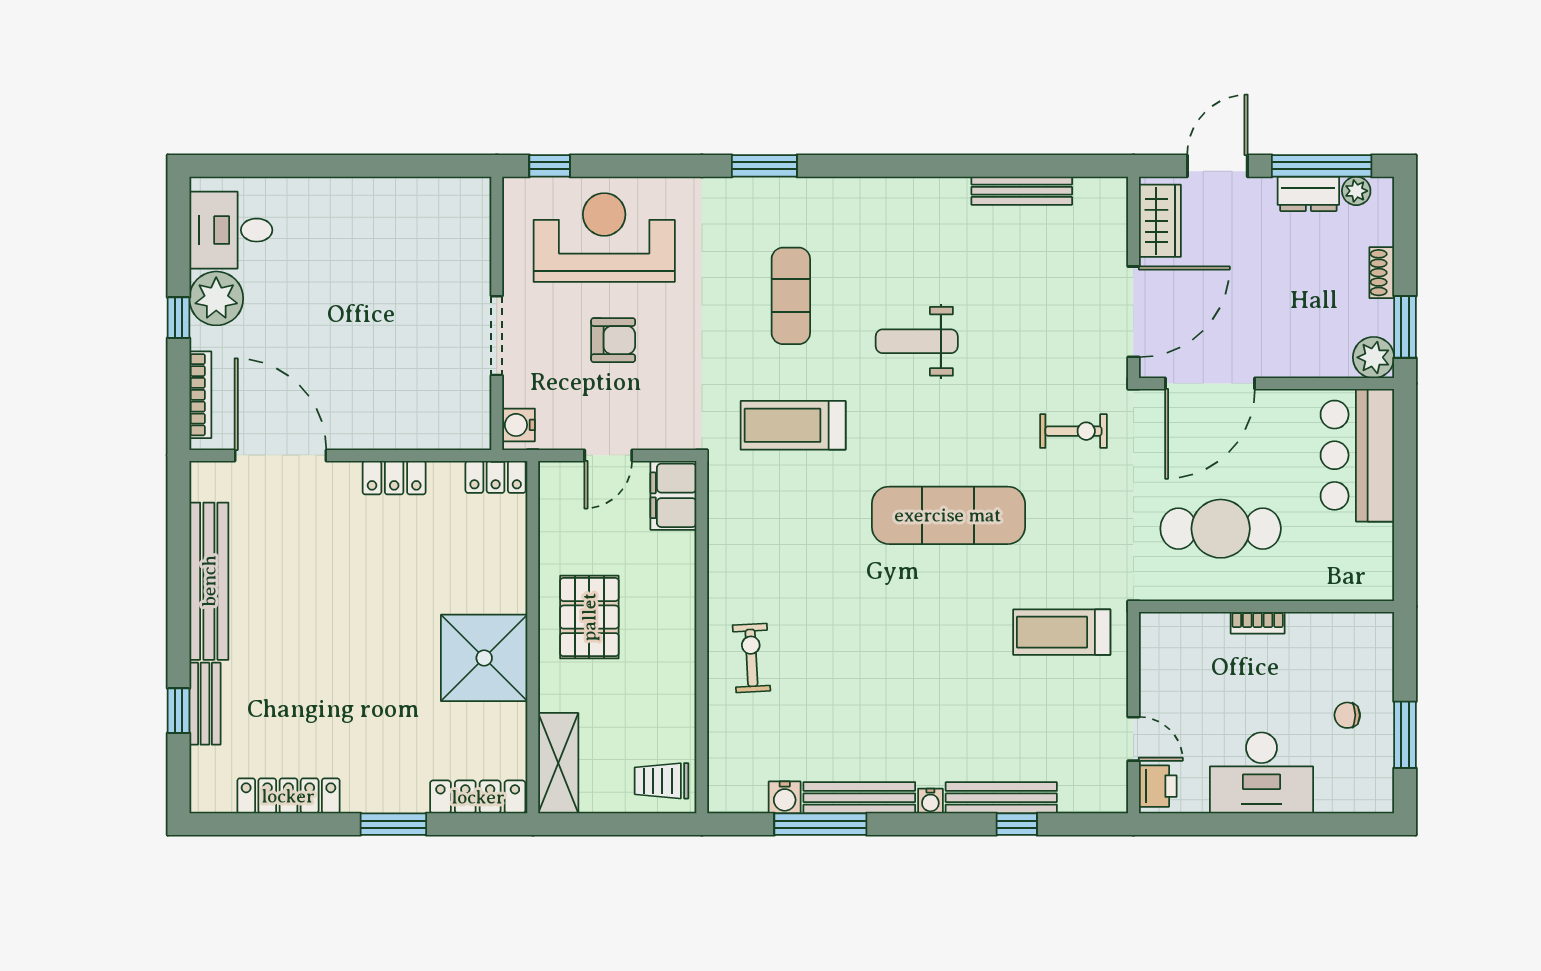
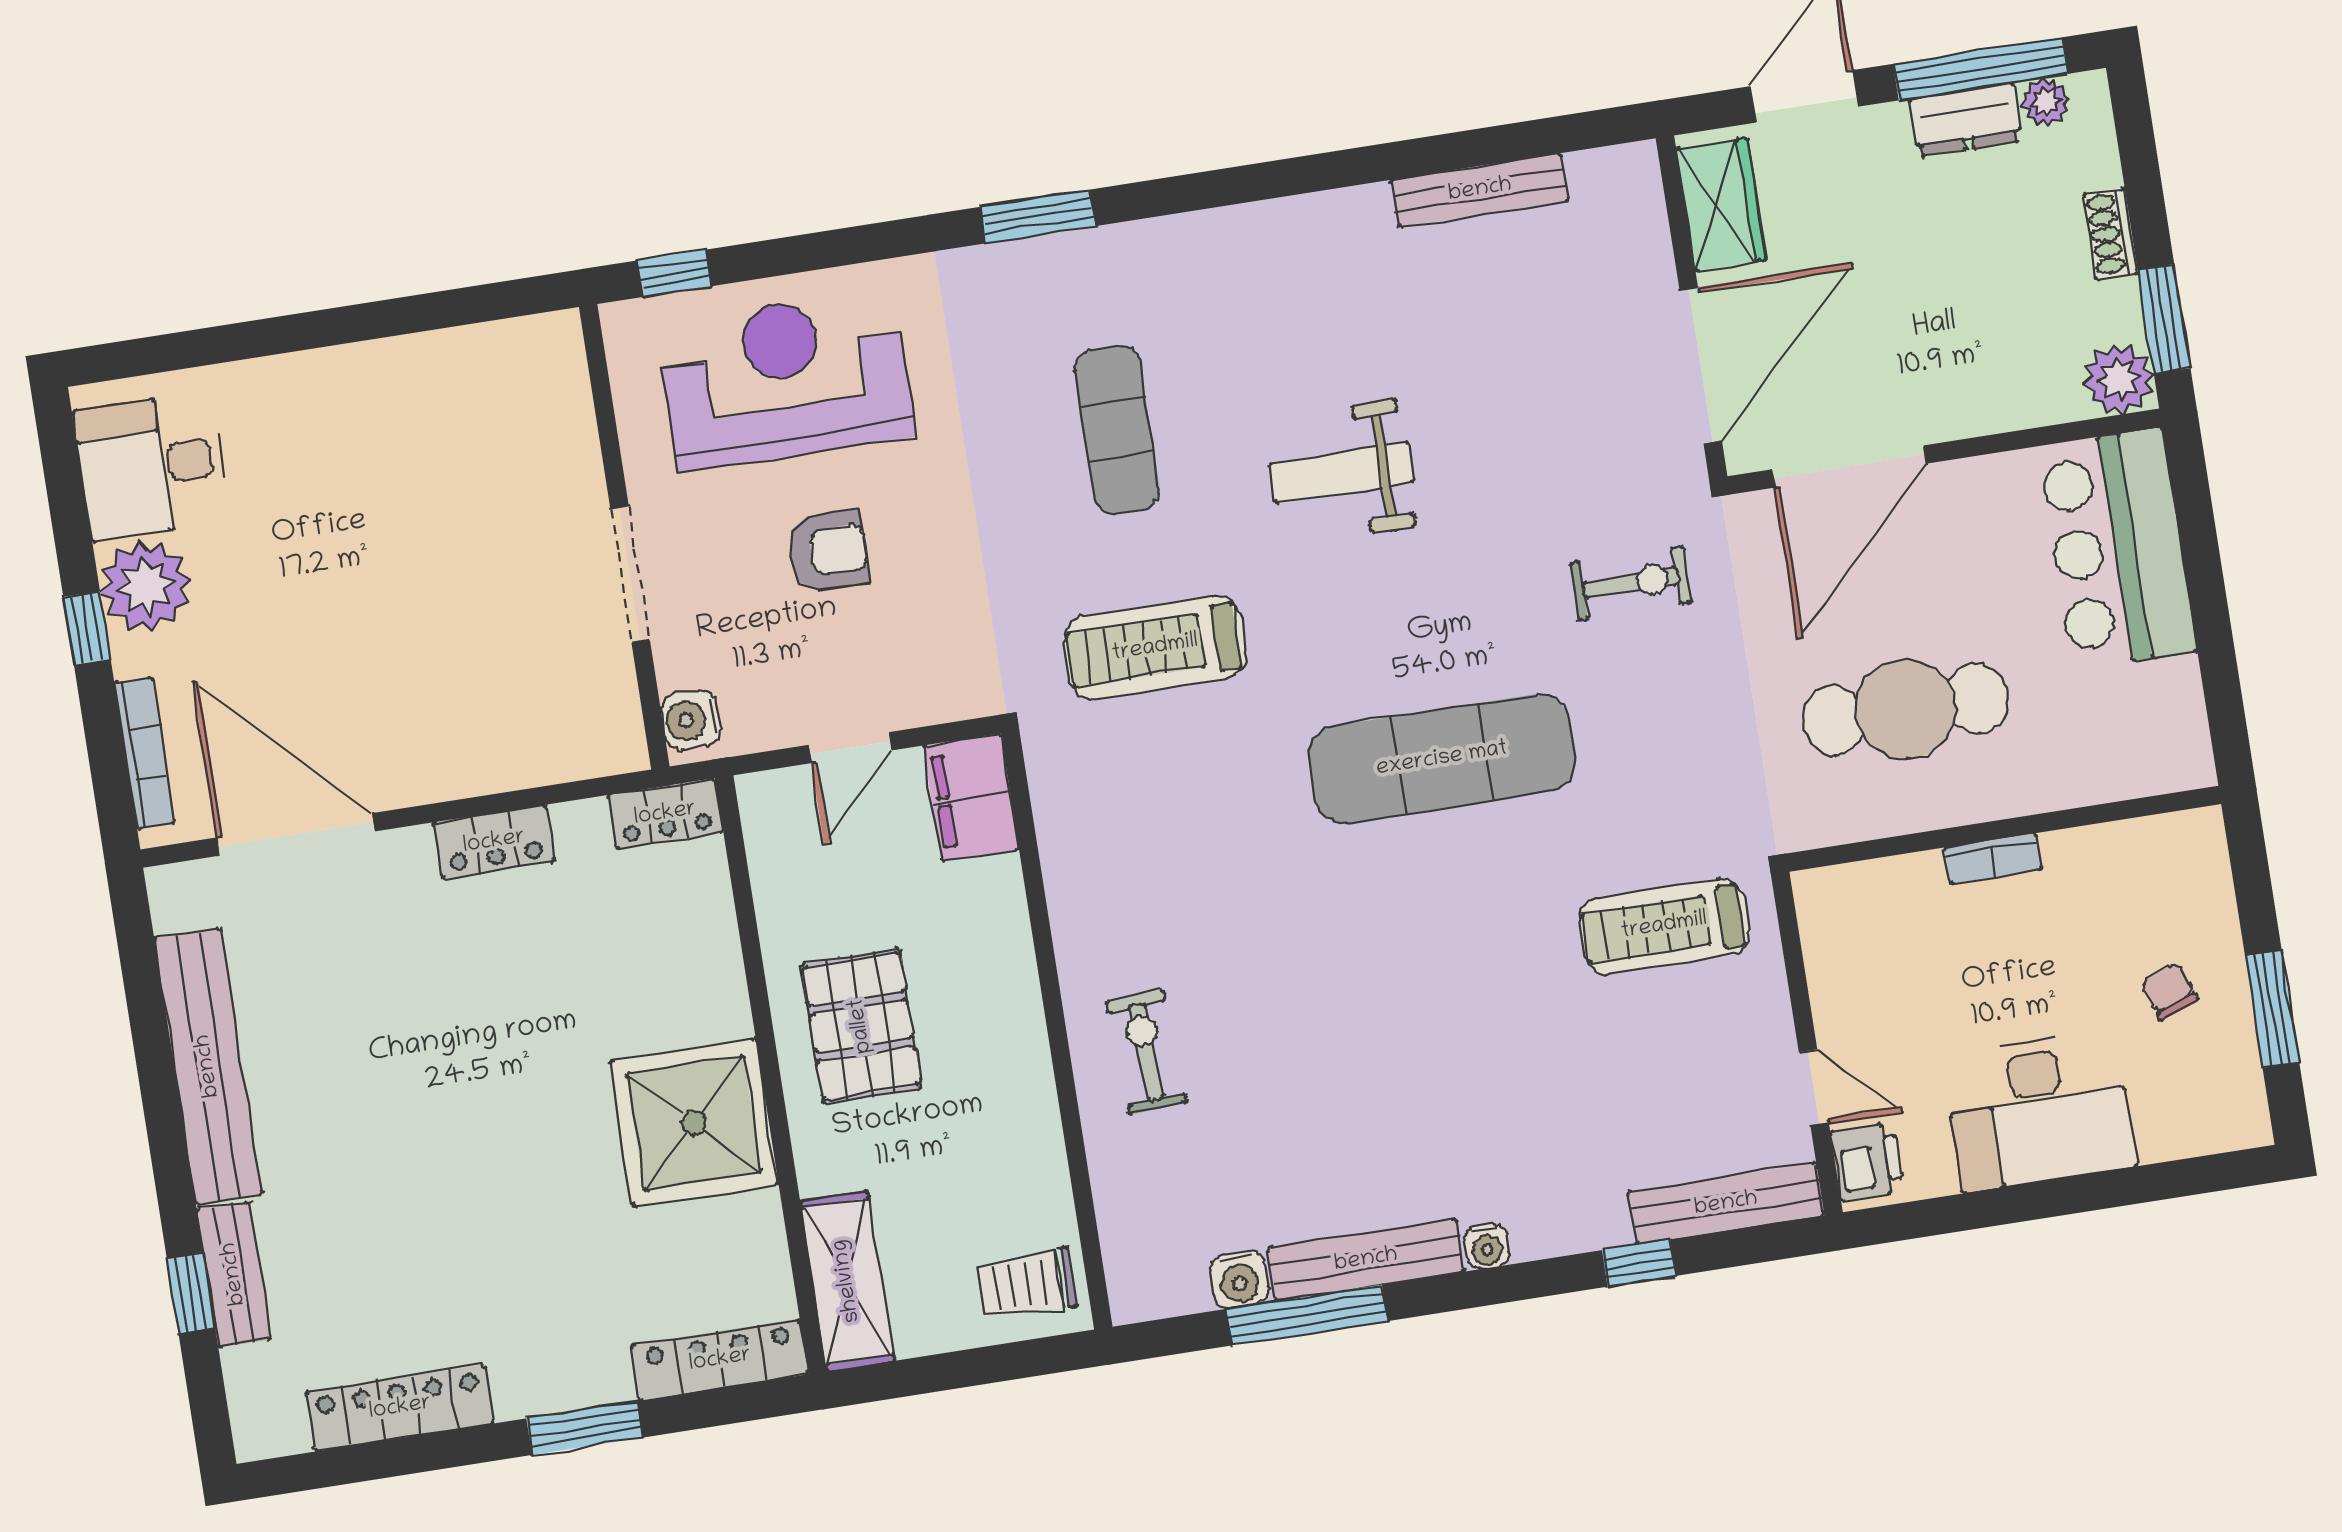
chair: (1347, 715) -> (2169, 991), turned 69
bench: (1001, 798) -> (1726, 1204), moved

